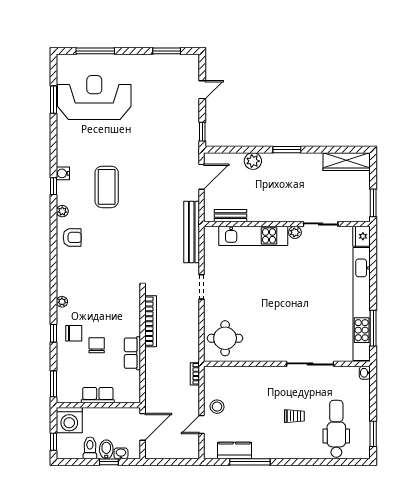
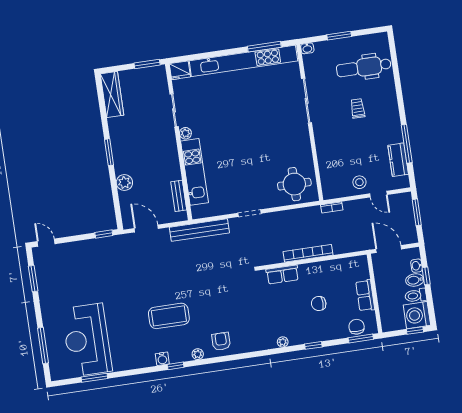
door: (202, 90) -> (46, 243), moved
bookcase: (151, 321) -> (308, 253), moved
chair: (74, 333) -> (357, 327), moved
row of seats: (132, 353) -> (282, 274), moved
washing machine: (69, 420) -> (417, 315), moved, turned 180
window: (373, 434) -> (339, 36), moved
window: (177, 462) -> (417, 212), added

